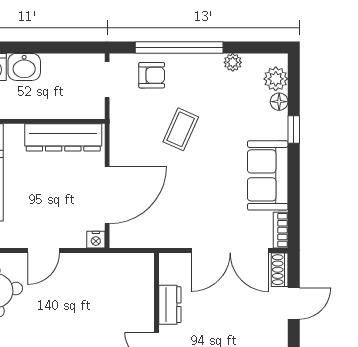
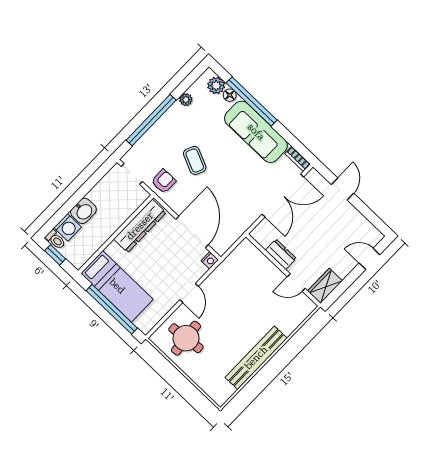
armchair: (152, 75) -> (163, 181), moved
window: (294, 129) -> (252, 101), width x3.17
sofa: (268, 175) -> (256, 132), width x1.36
shoe rack: (280, 270) -> (318, 179), removed

